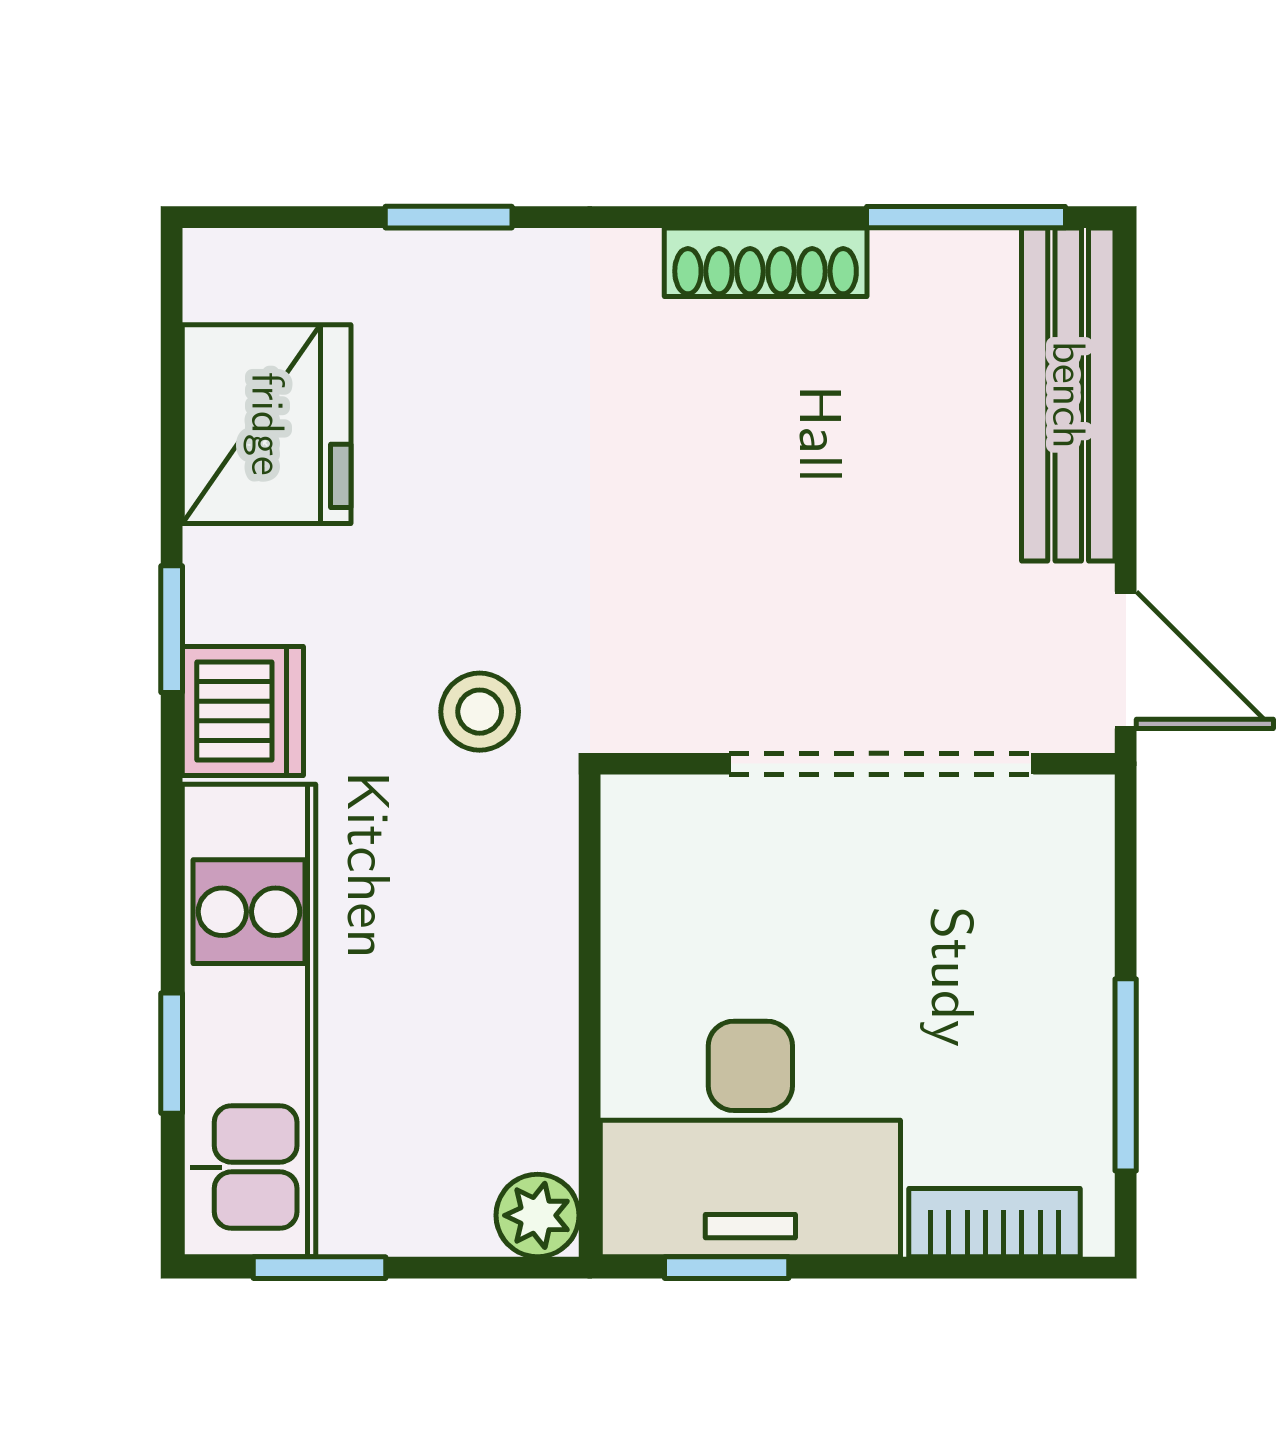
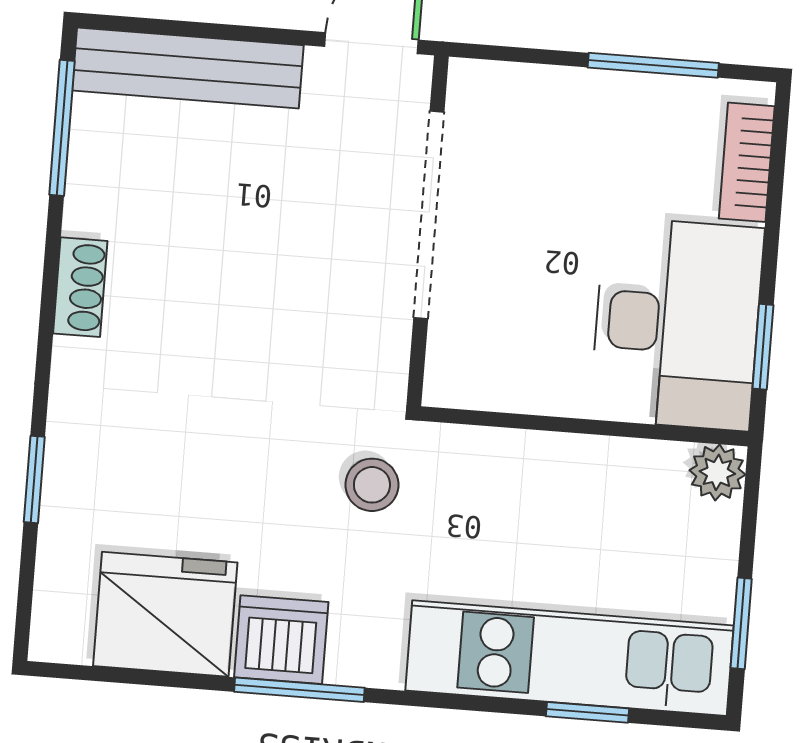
shoe rack: (766, 262) -> (80, 287), width x0.70
window: (172, 629) -> (299, 690), width x1.50
dishwasher: (243, 711) -> (281, 640), moved

